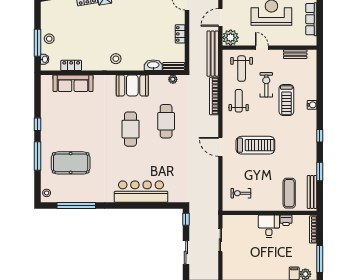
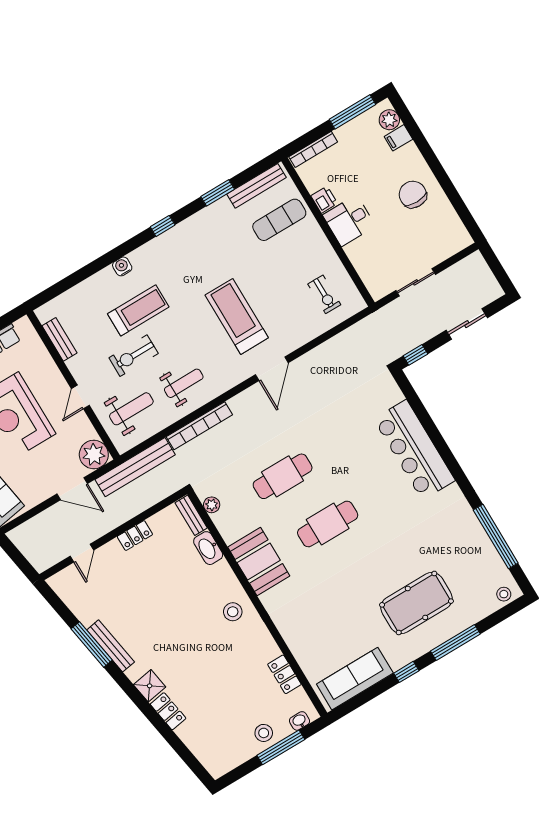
sofa: (73, 83) -> (355, 679), moved, turned -90
weight bench: (239, 101) -> (184, 383), turned 180
pool table: (71, 163) -> (416, 603), moved, turned 90
chair: (263, 264) -> (413, 194), added

